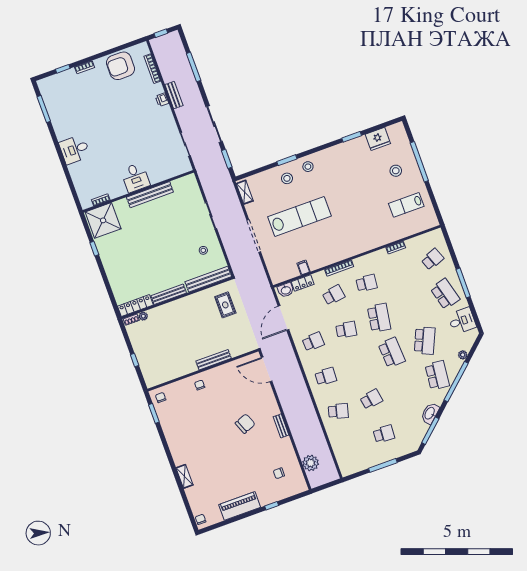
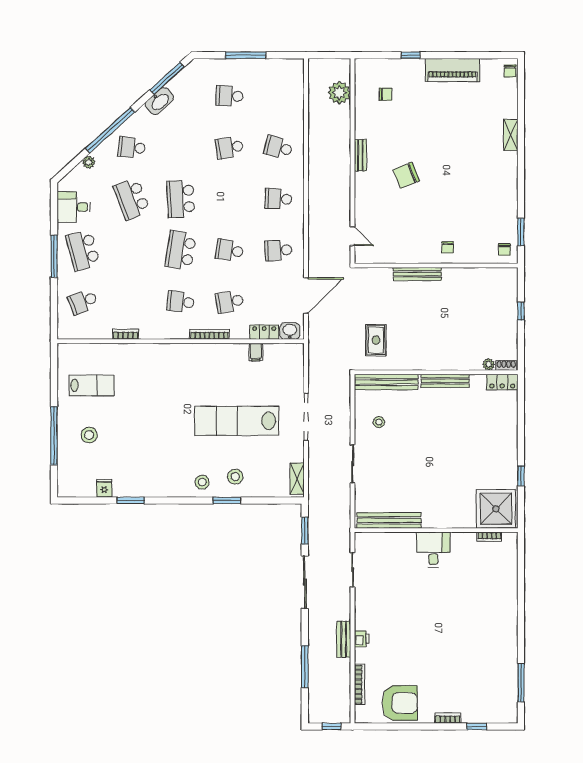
fridge: (378, 139) -> (104, 488), width x0.53, depth x0.75
desk: (75, 149) -> (500, 615), removed
bench: (150, 195) -> (389, 520), moved
locker: (135, 306) -> (502, 382), width x0.66
school desk: (425, 341) -> (132, 199), turned -45
door: (267, 369) -> (352, 236), width x0.53
school desk: (437, 375) -> (132, 147), width x0.54

